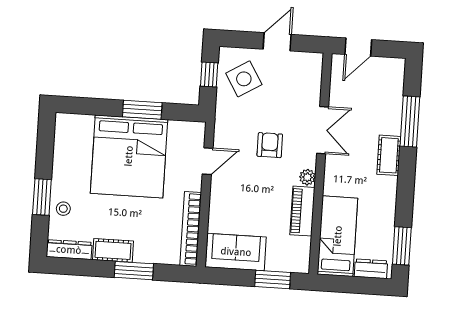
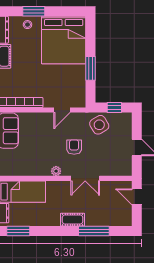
side table: (244, 79) -> (99, 125), moved
armchair: (270, 145) -> (74, 147), turned -90
bed: (129, 156) -> (64, 40), moved, turned -90
door: (208, 161) -> (62, 110), hinge flipped
piano: (302, 211) -> (35, 169), removed

